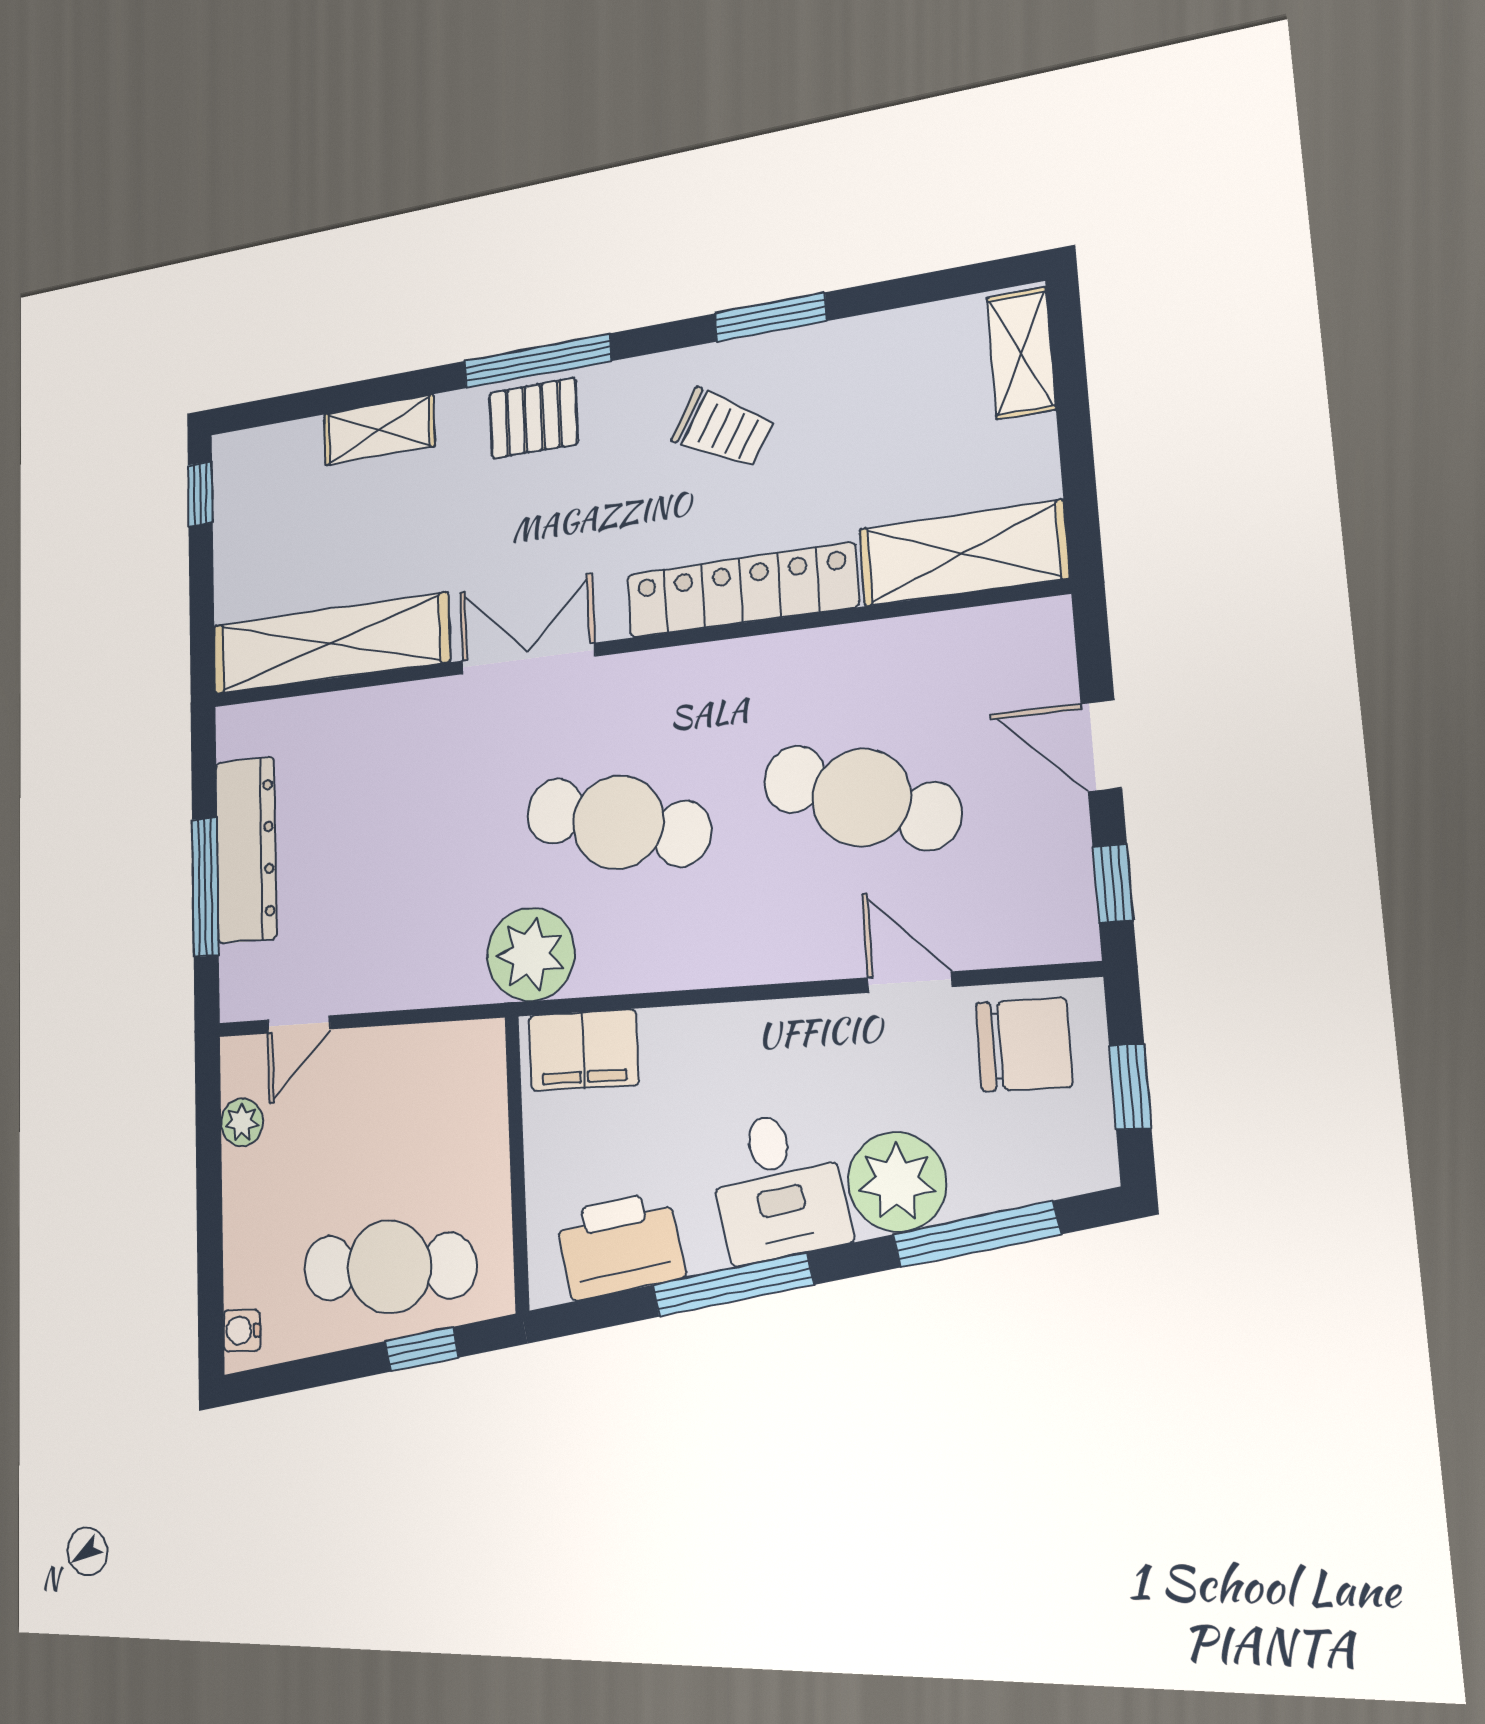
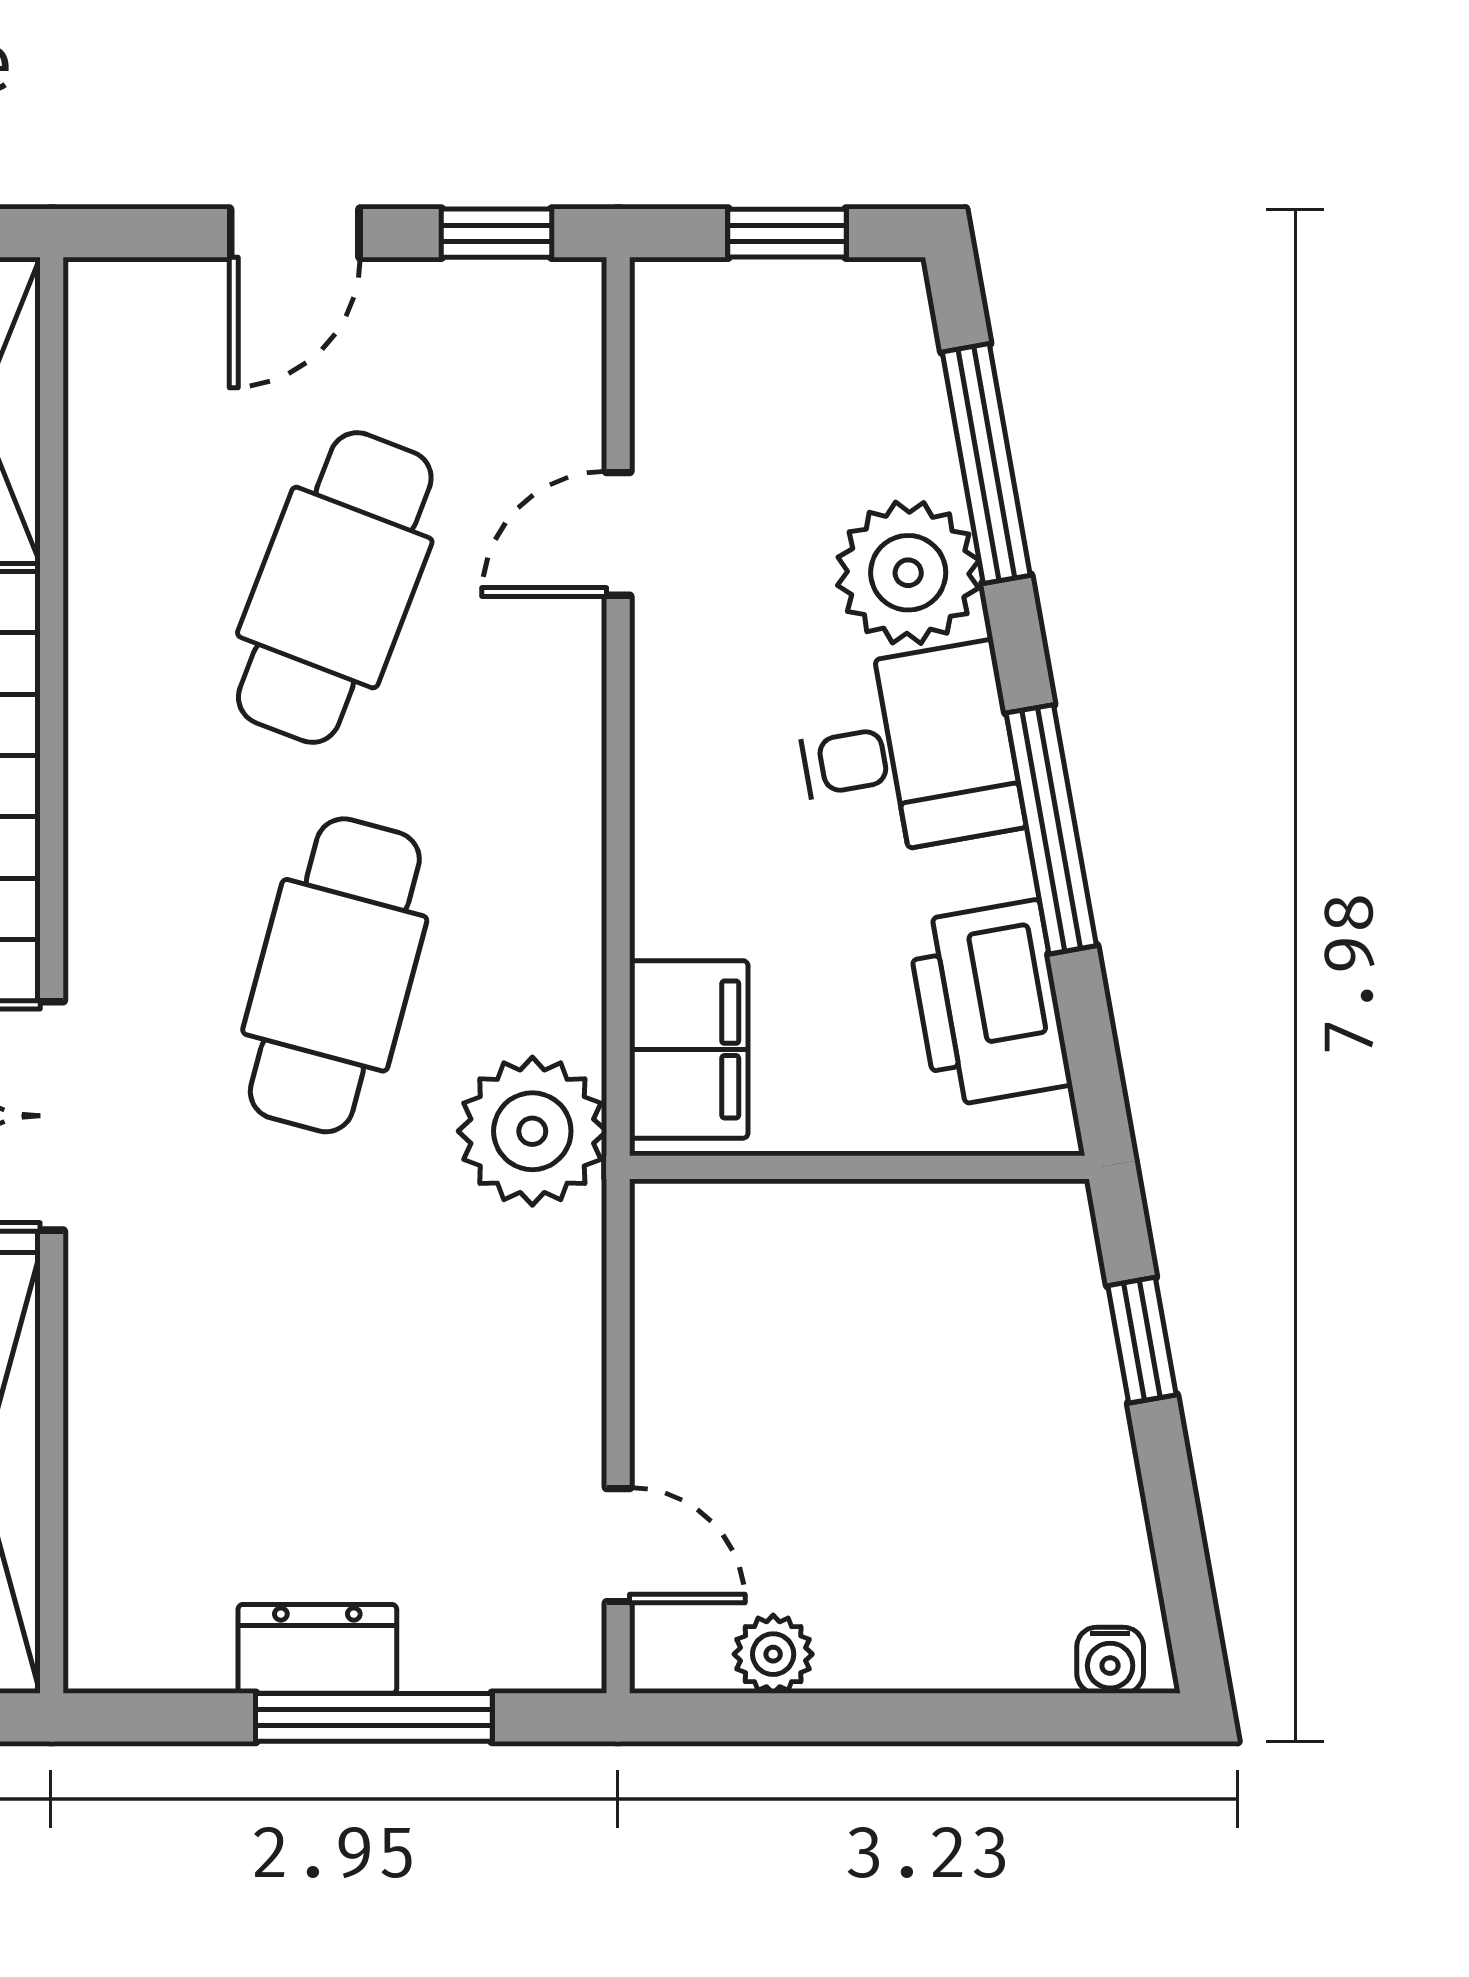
dresser: (246, 850) -> (317, 1649), width x0.51, depth x0.80
chair: (1024, 1045) -> (719, 375), removed
cafe table: (389, 1267) -> (1013, 1393), removed

